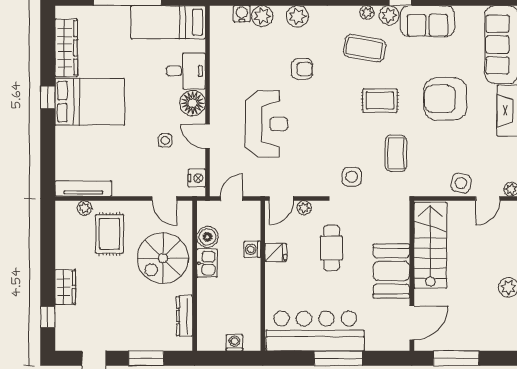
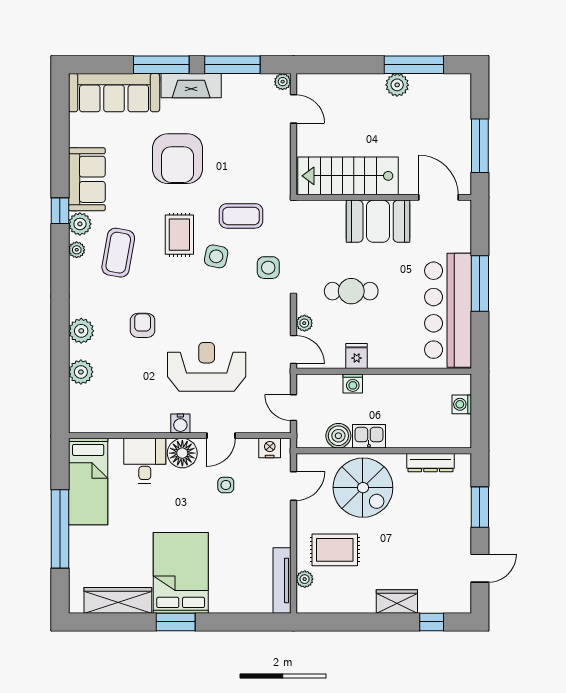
water cooler: (242, 14) -> (180, 424), moved, turned -90
window: (48, 97) -> (176, 622), width x1.50
side table: (461, 183) -> (216, 256), moved

